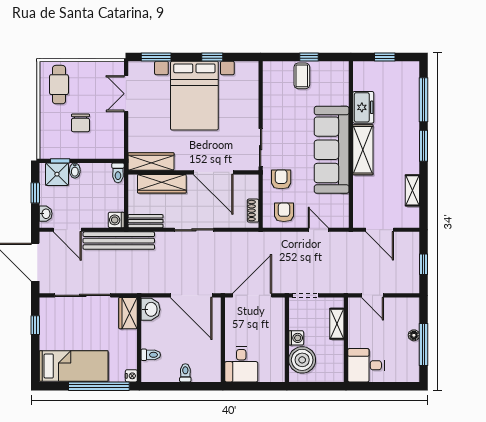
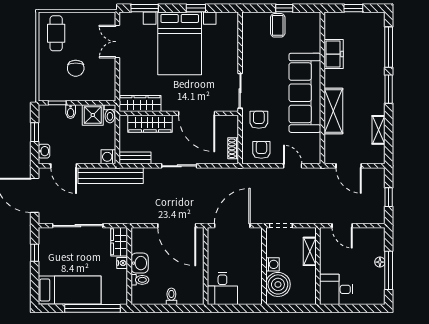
shelving: (363, 150) -> (333, 111), moved
shower: (57, 174) -> (93, 115), moved
washbasin: (151, 309) -> (140, 263), moved
nightstand: (131, 376) -> (122, 263), moved

